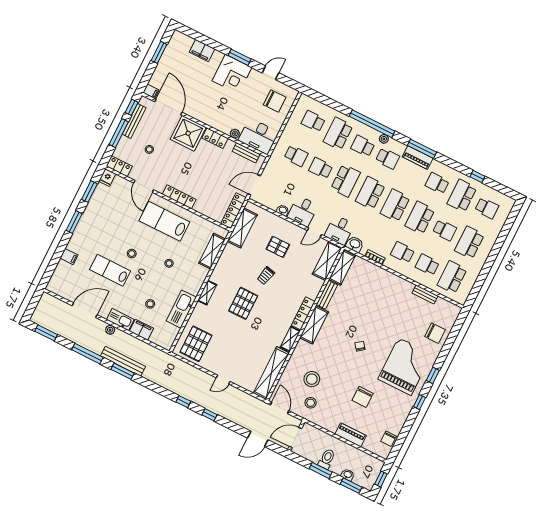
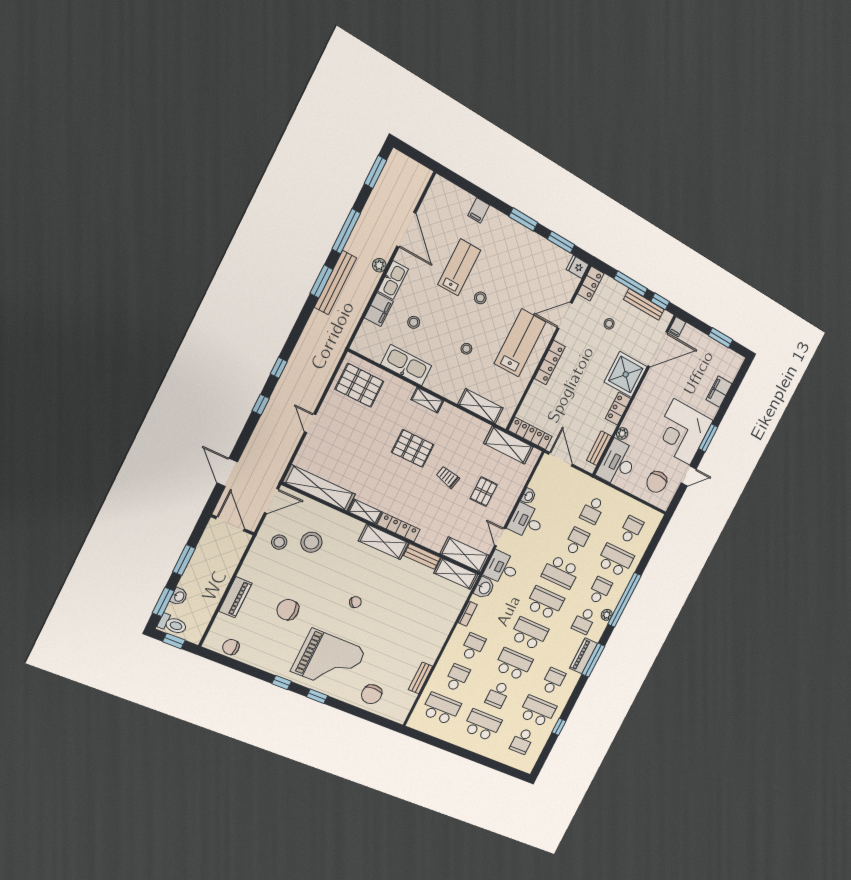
door: (271, 73) -> (689, 476), hinge flipped
corner desk: (232, 74) -> (682, 432), width x1.36, depth x1.36
toilet: (327, 459) -> (173, 624), moved

